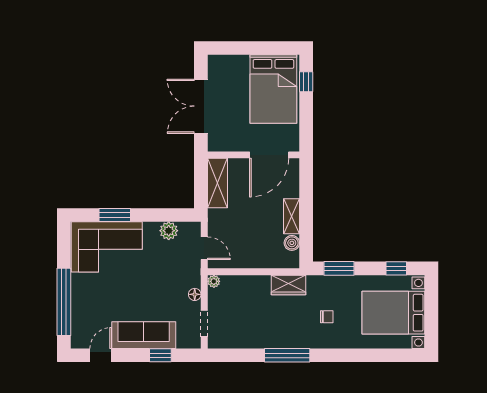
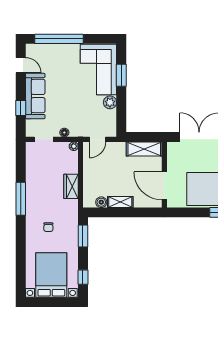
plant: (169, 231) -> (110, 102), moved
wardrobe: (289, 285) -> (71, 186), moved

